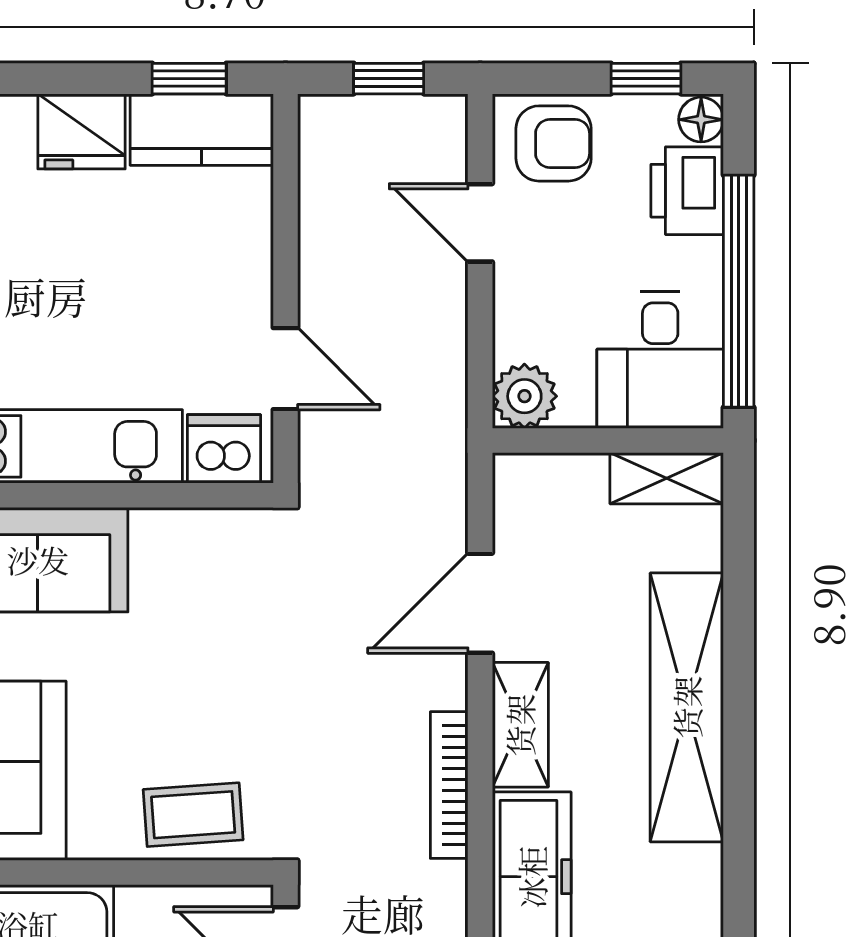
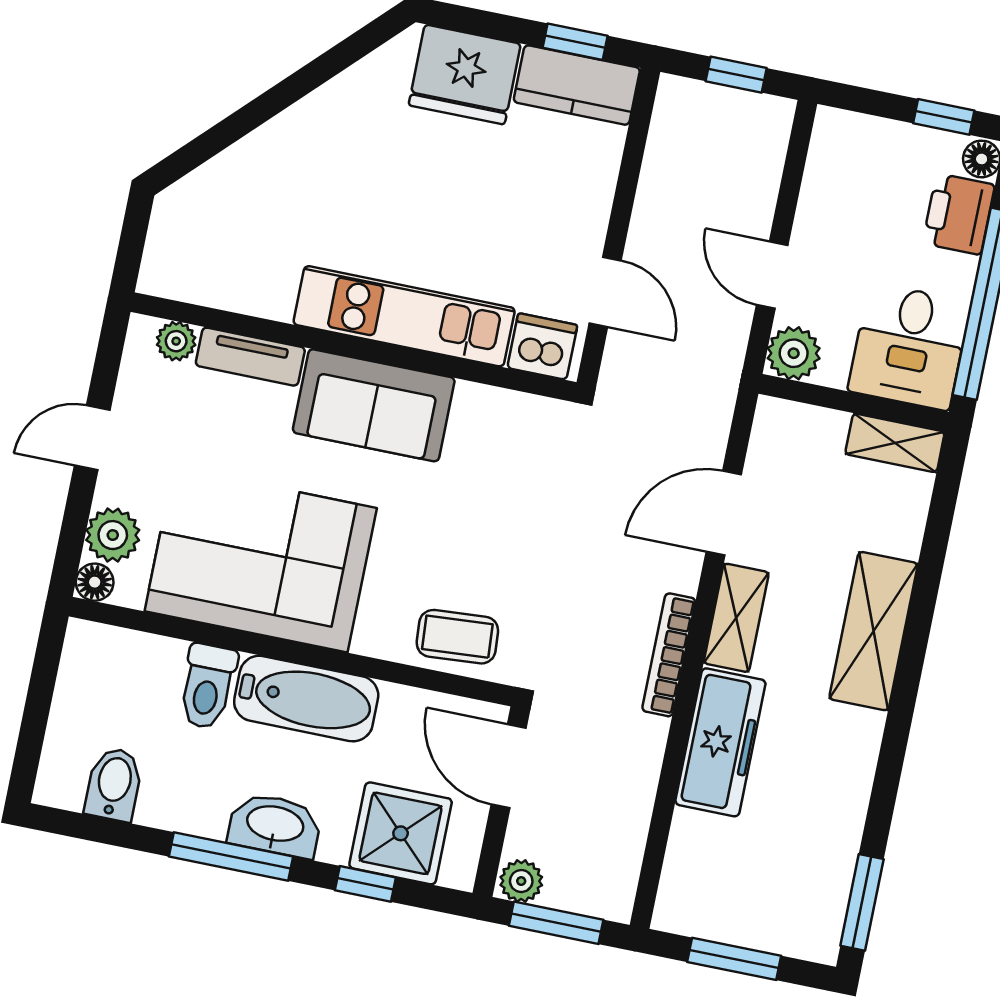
fridge: (82, 131) -> (465, 74), width x1.36, depth x1.34
armchair: (554, 143) -> (859, 154), removed
door: (480, 223) -> (772, 275), moved
shelving: (687, 707) -> (874, 631), width x0.68

